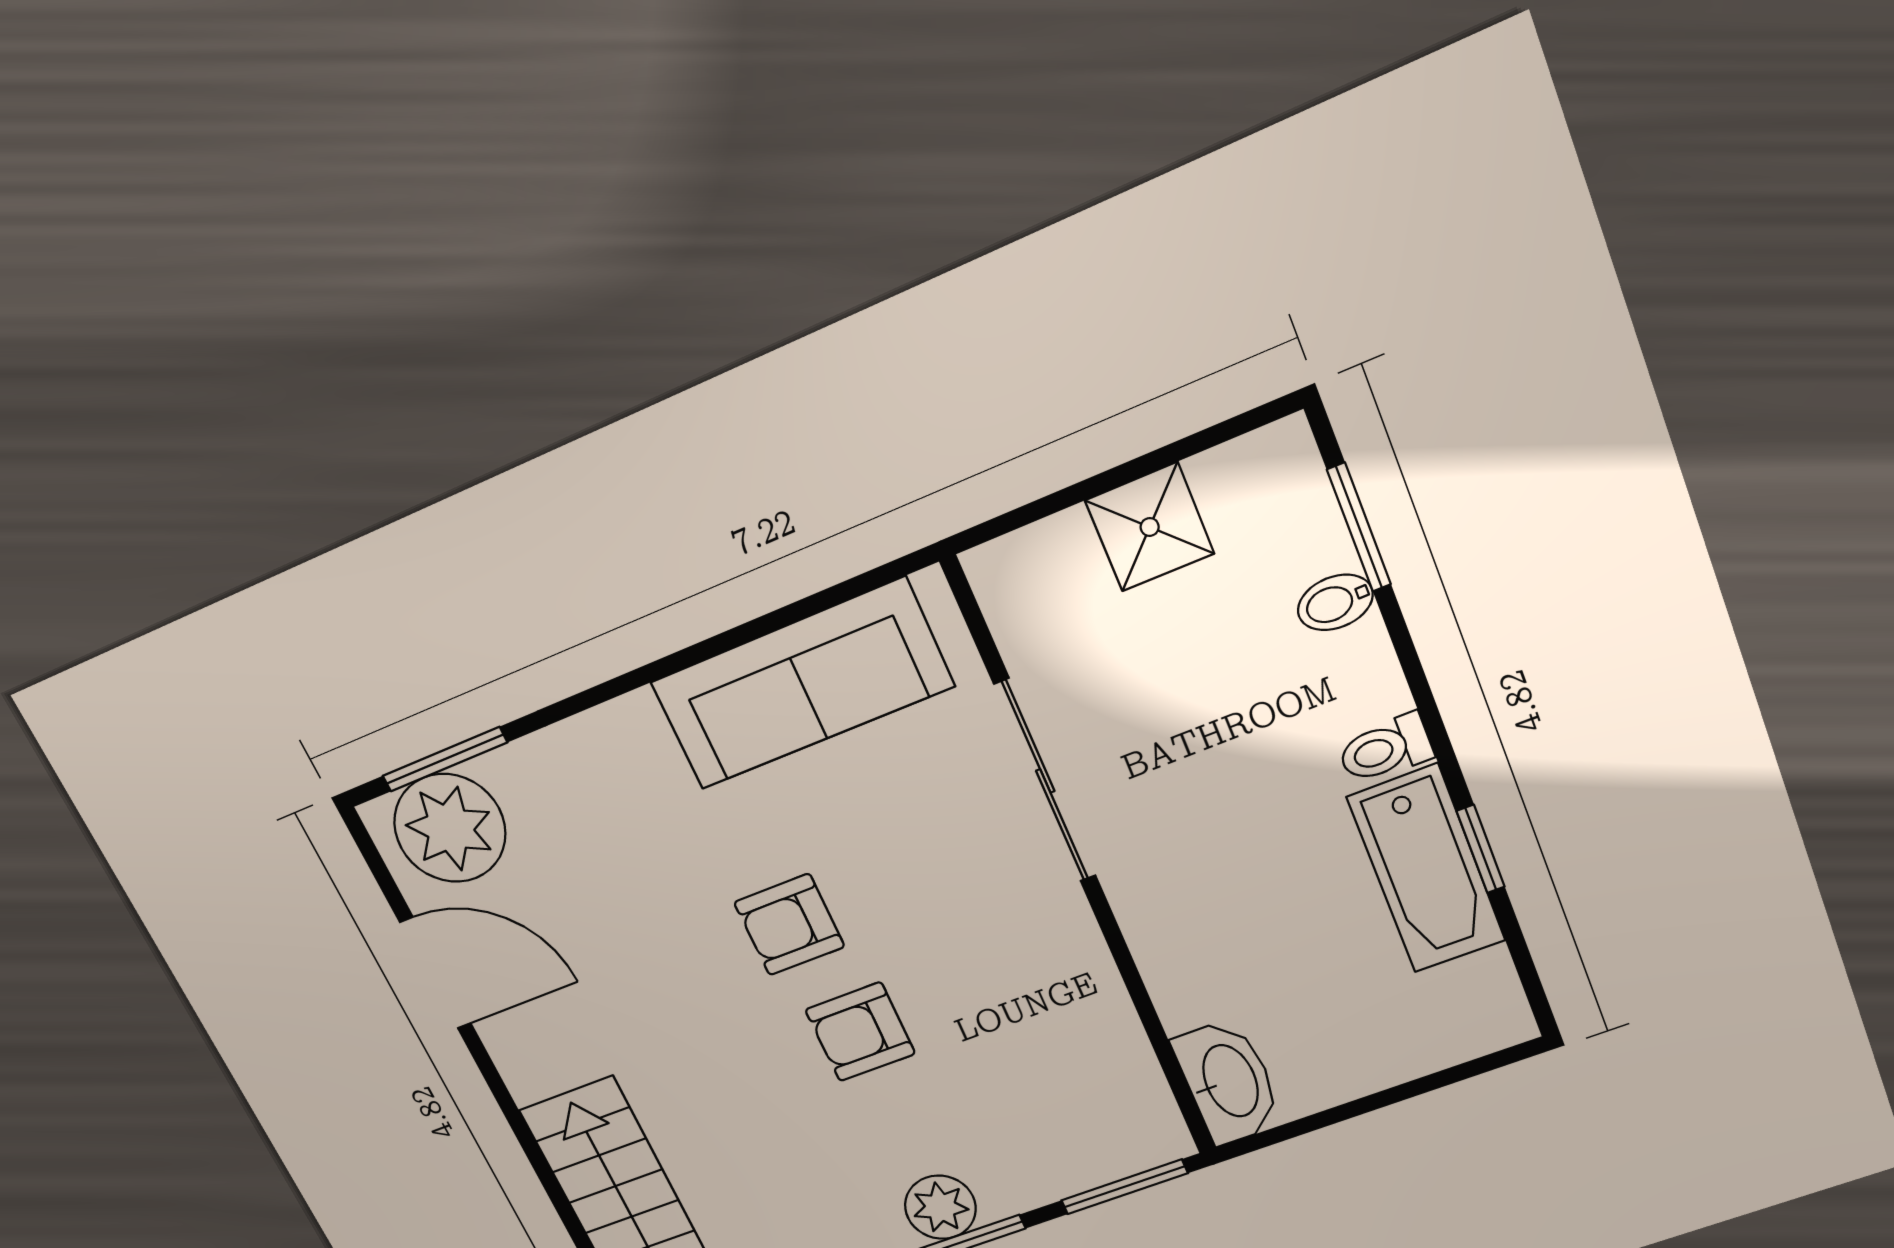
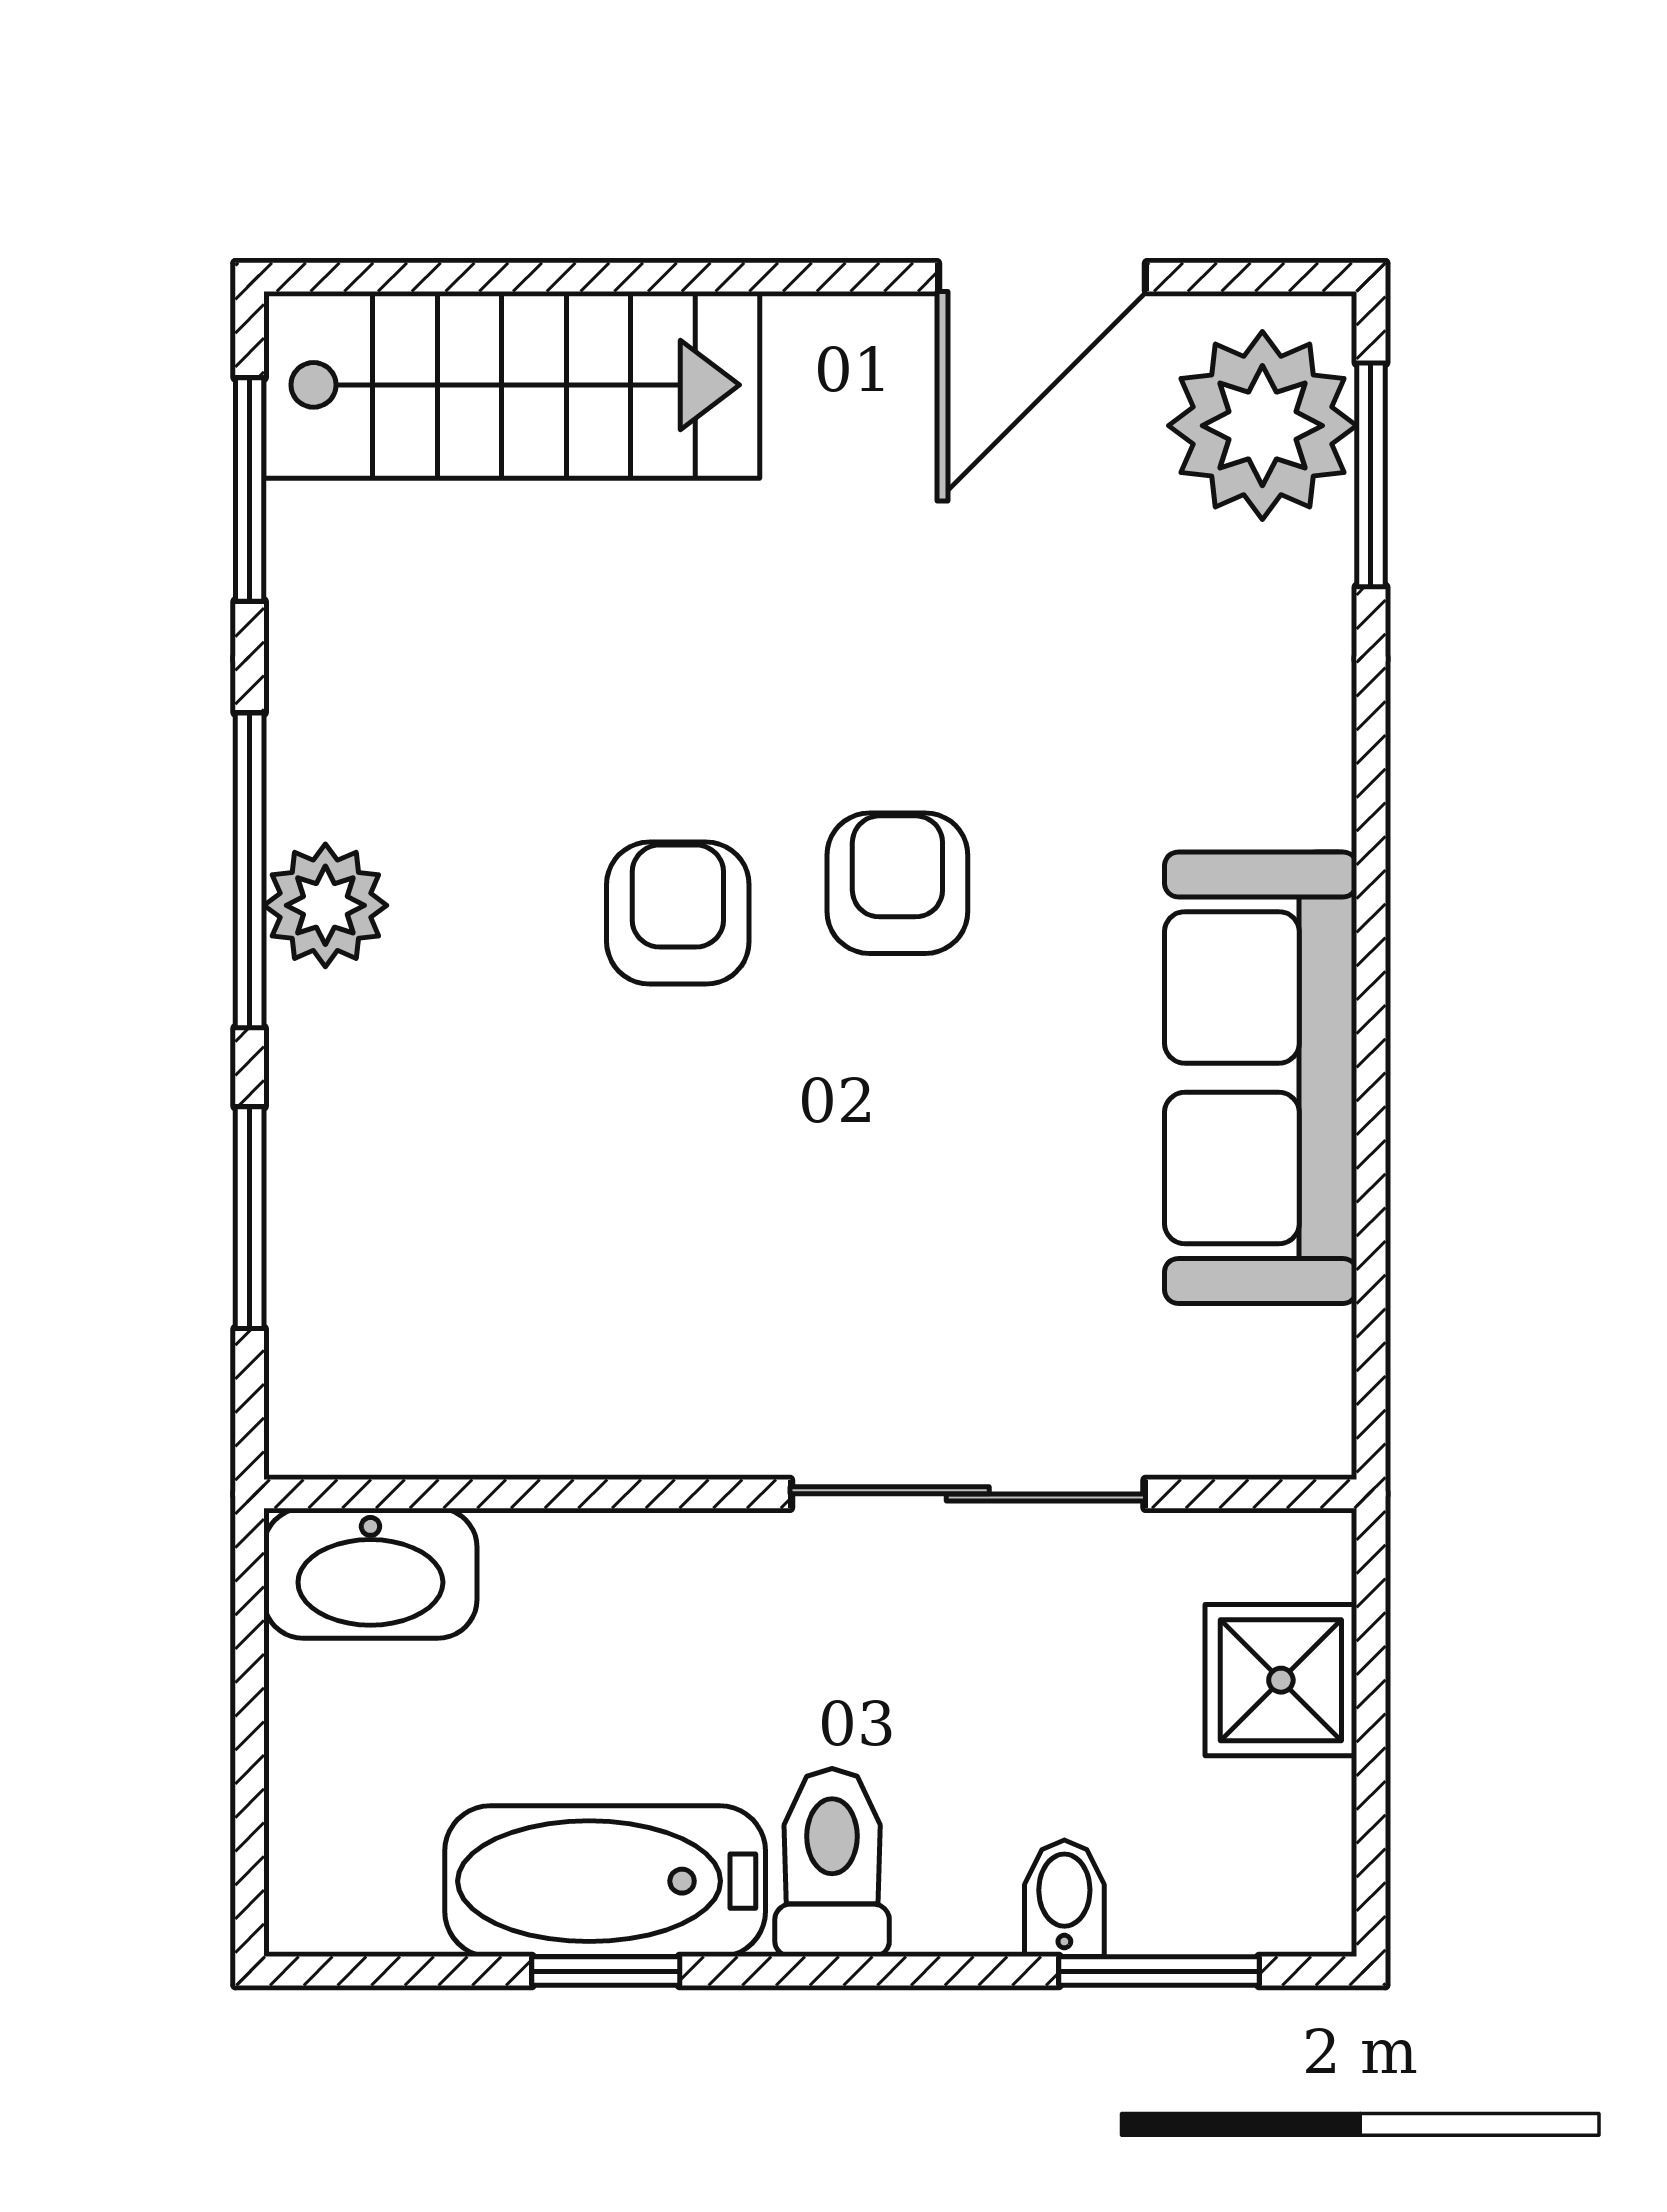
toilet: (1385, 749) -> (832, 1863), width x1.37, depth x1.39
sliding door: (1045, 781) -> (968, 1494), moved
wall: (1083, 867) -> (810, 1494), moved
washbasin: (1228, 1082) -> (370, 1573), moved

